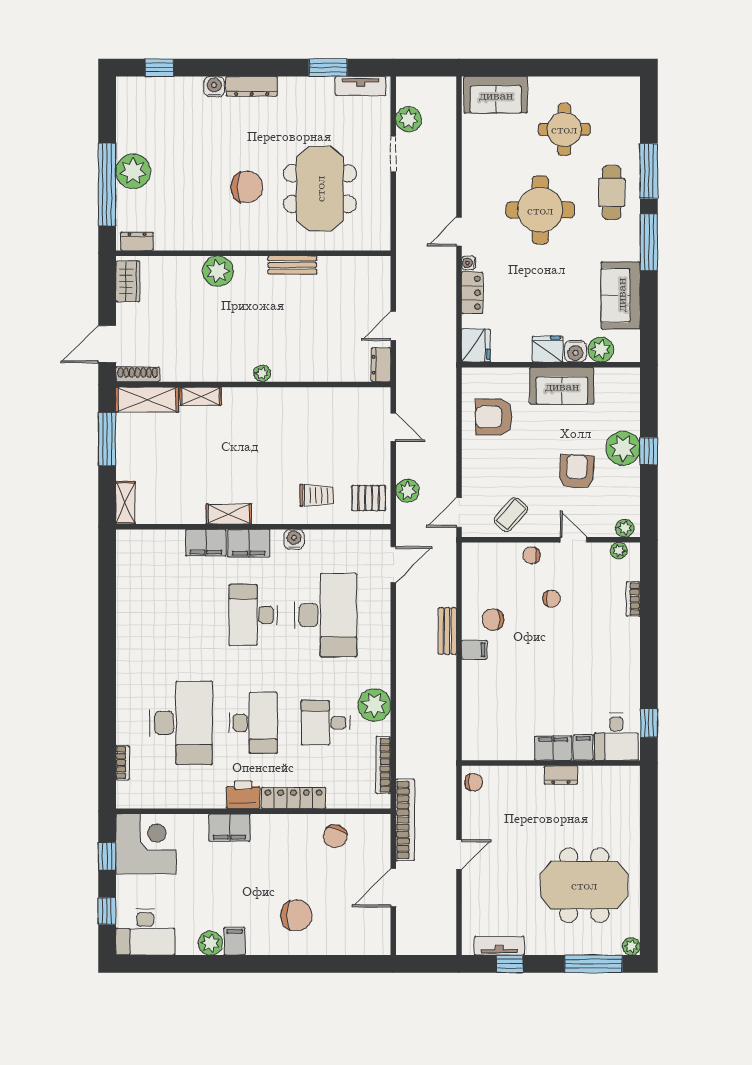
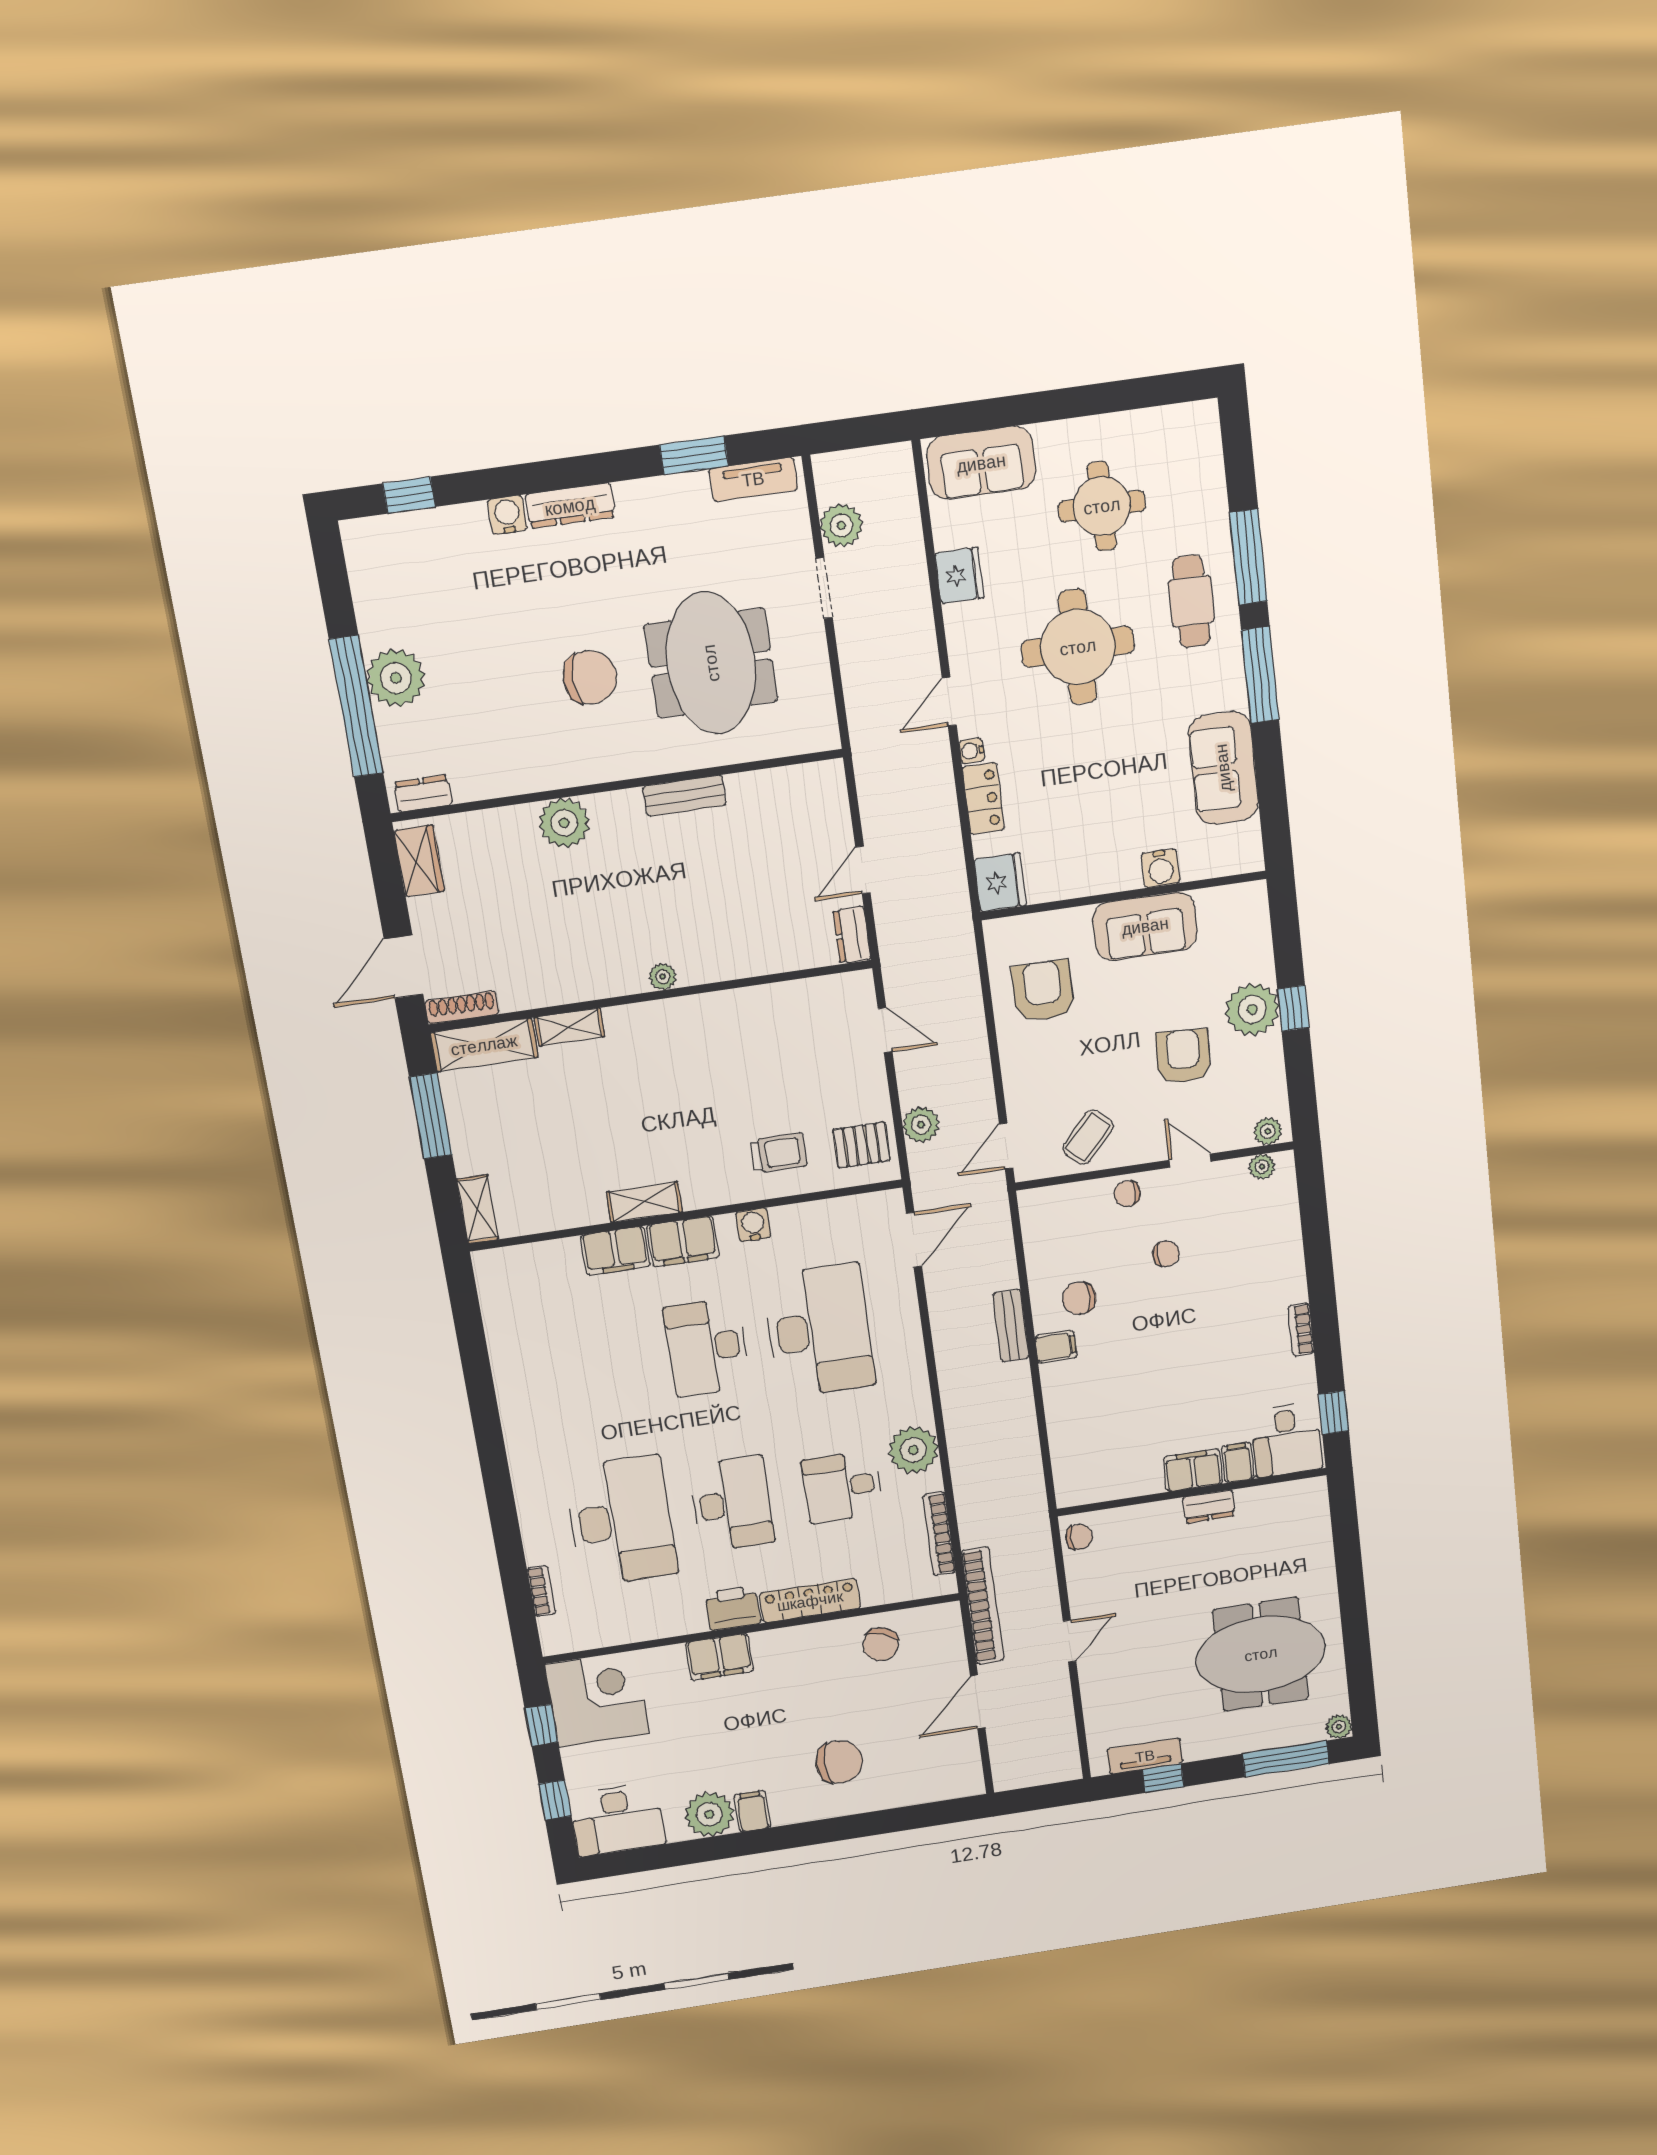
fridge: (548, 349) -> (959, 575), moved, turned 90
plant: (601, 350) -> (1201, 860), removed
armchair: (494, 417) -> (1043, 991), turned 90
bookcase: (633, 599) -> (1301, 1330), moved
plant: (210, 943) -> (709, 1814), width x1.36, depth x1.36

